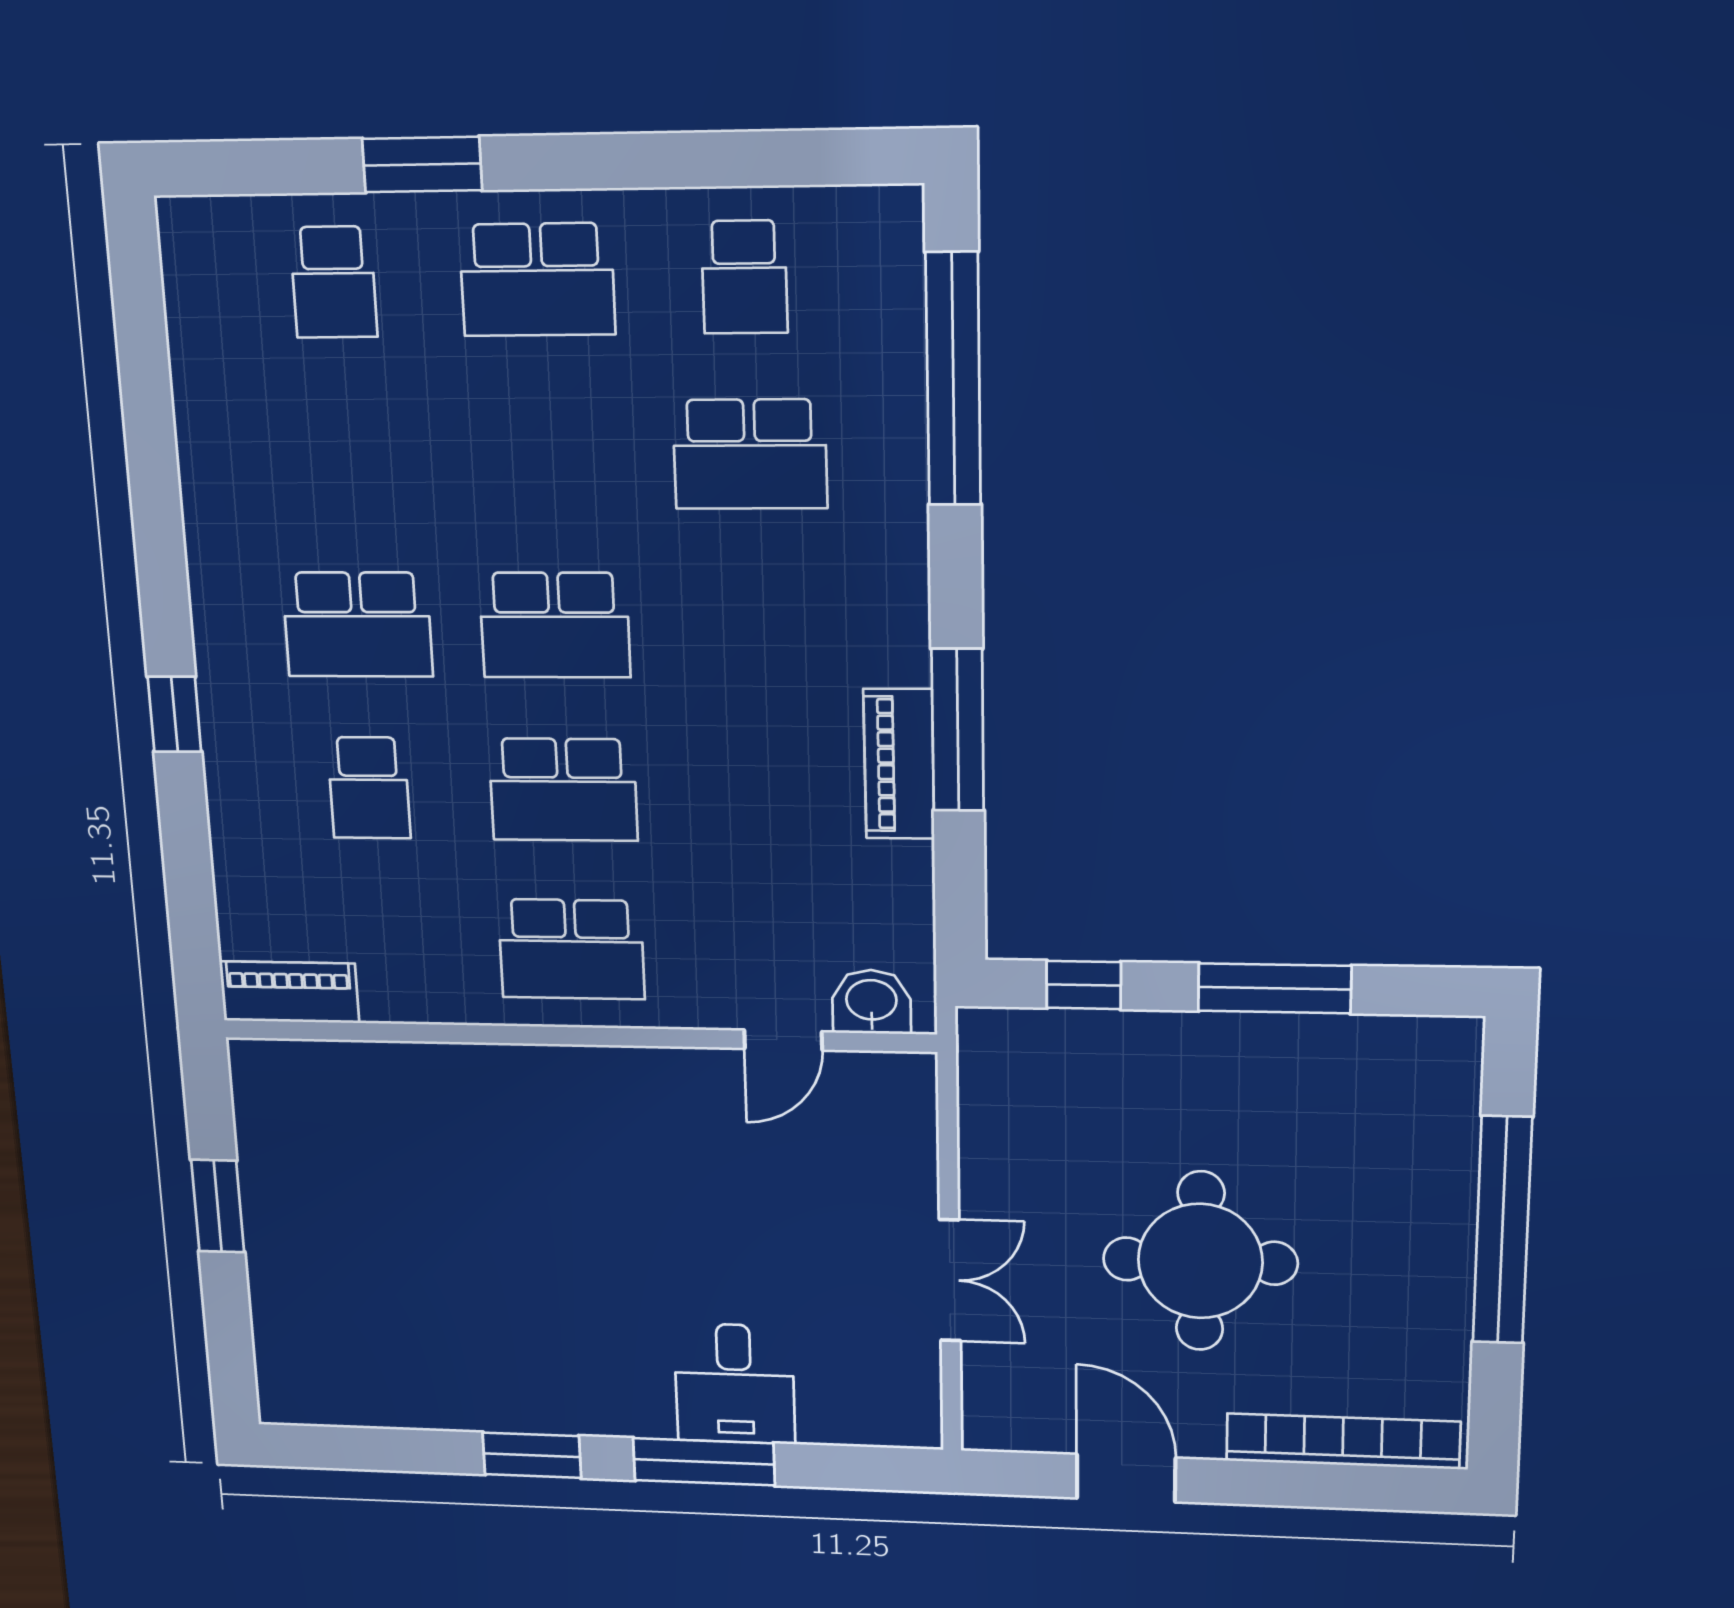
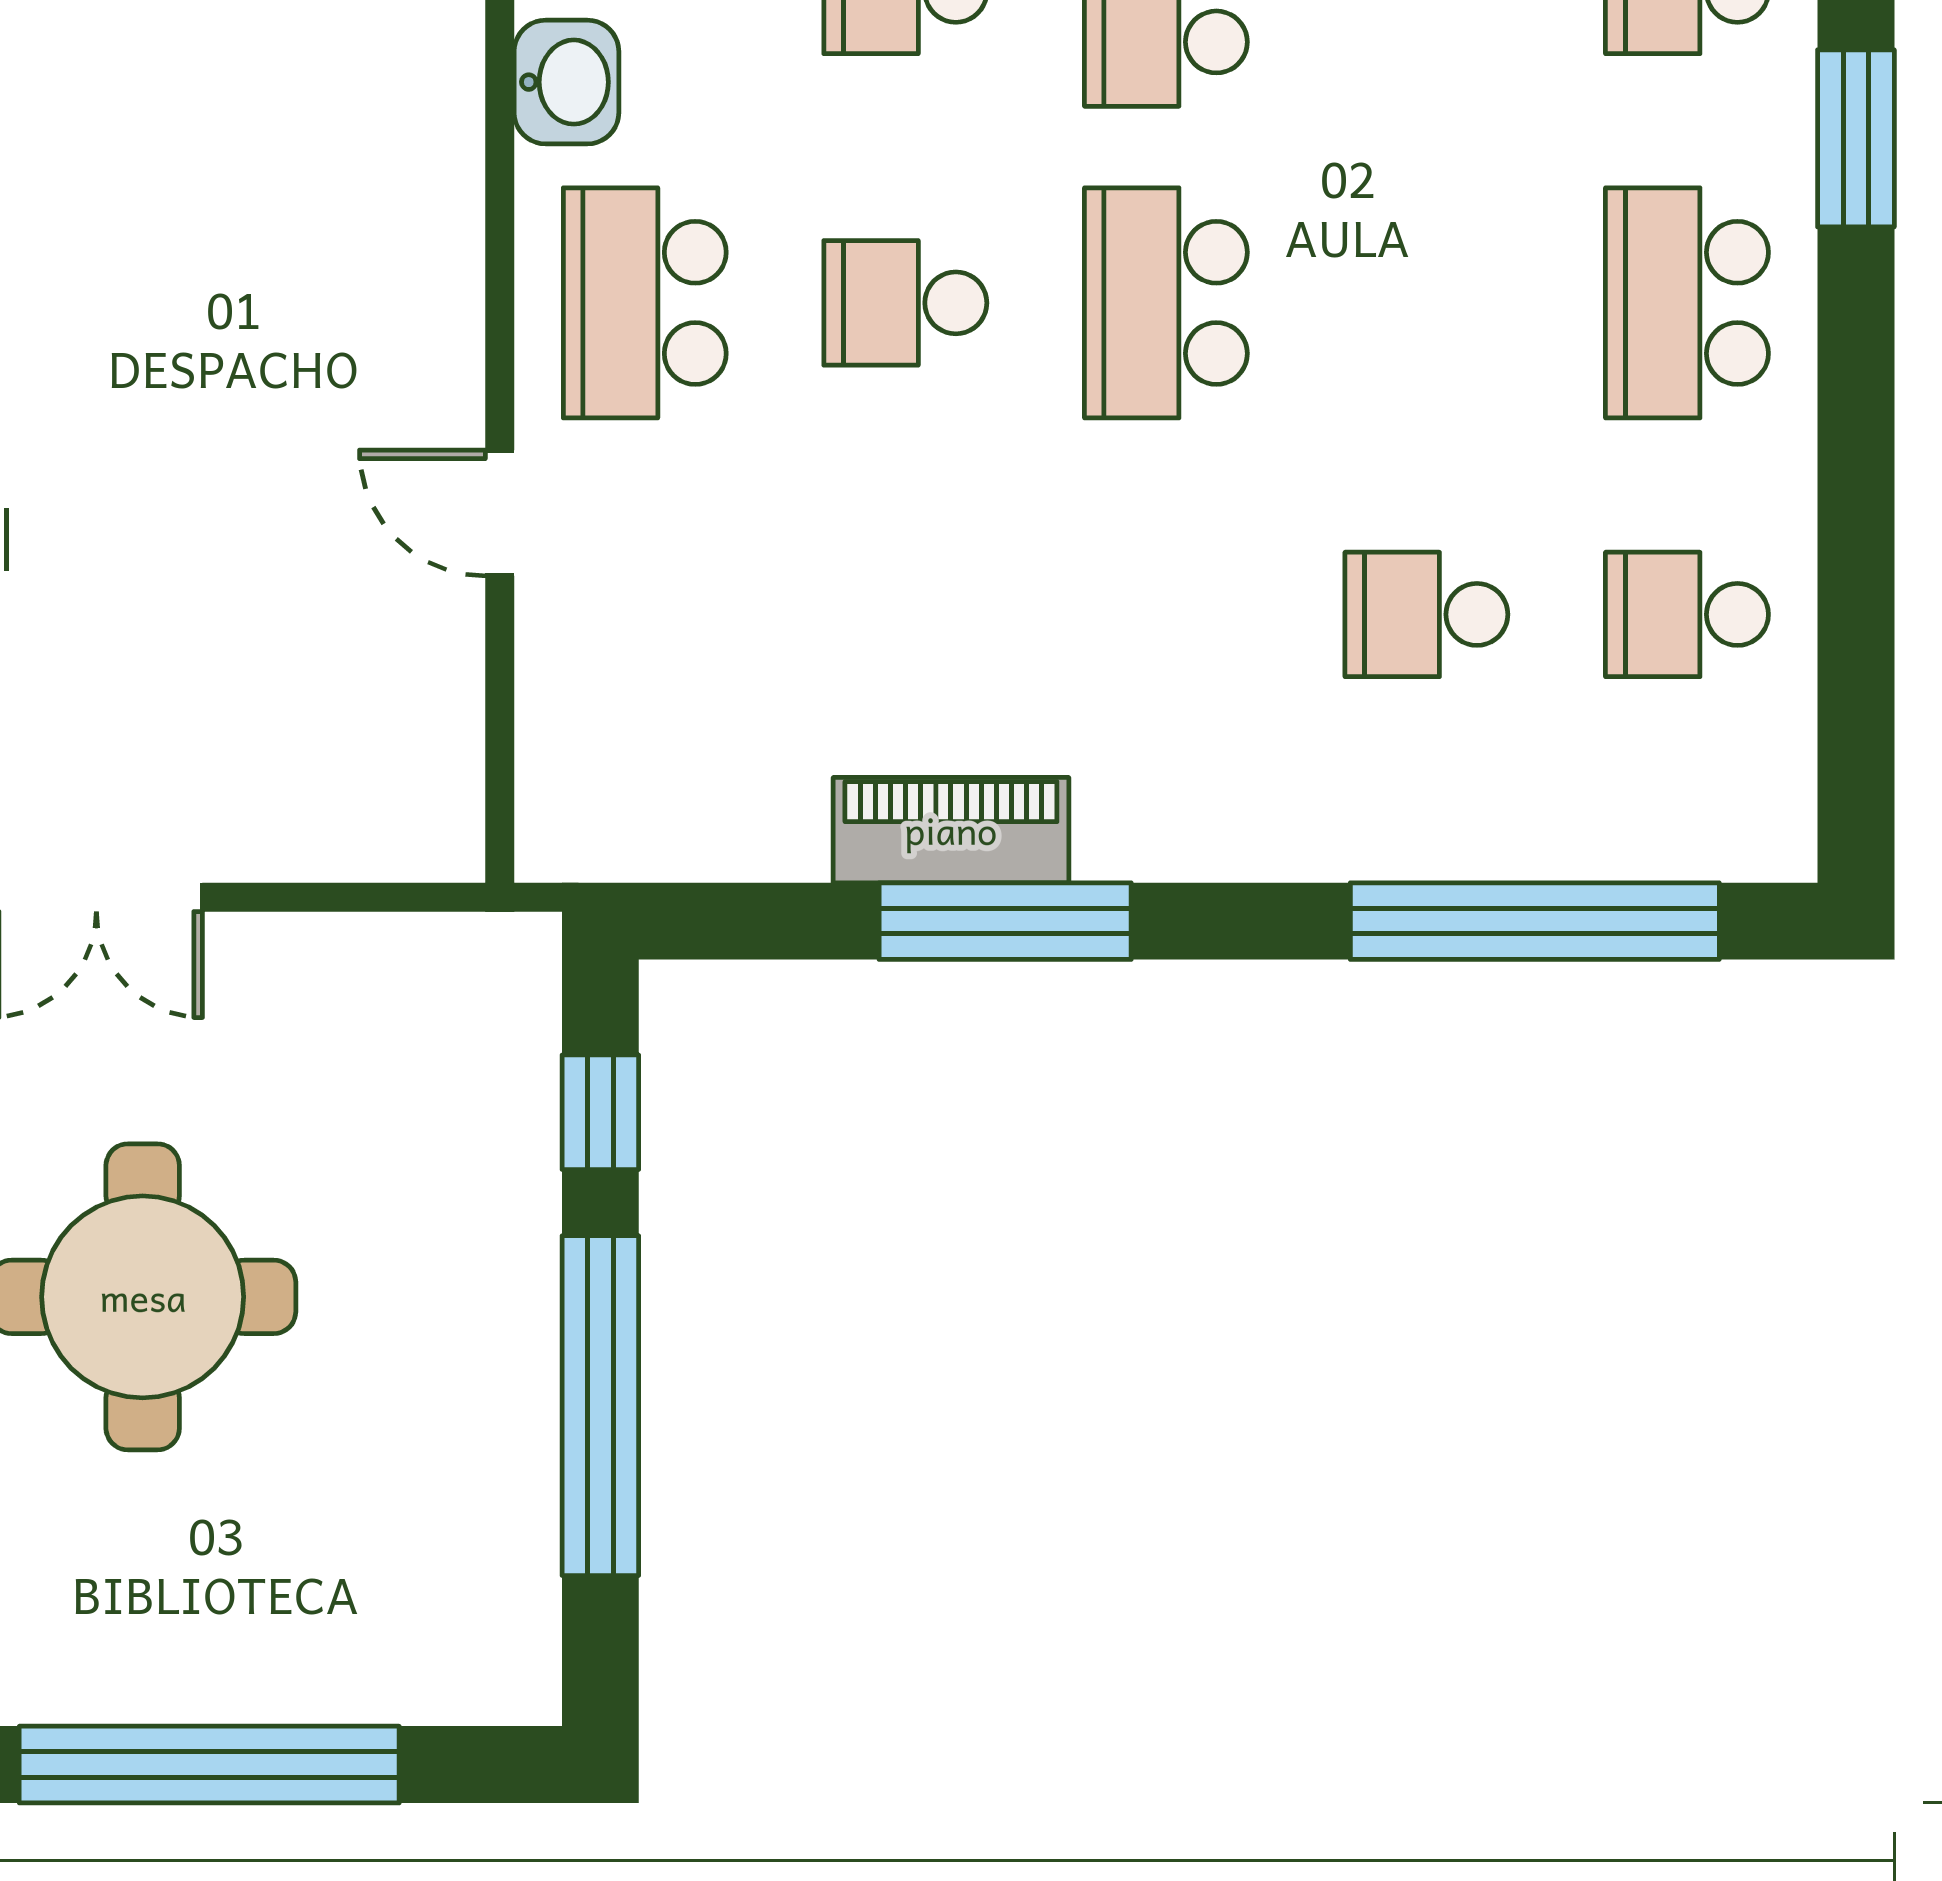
school desk: (750, 454) -> (1426, 614), width x0.54
school desk: (563, 790) -> (905, 303), width x0.54
window: (1275, 988) -> (600, 1406), width x1.46
washbasin: (871, 1002) -> (566, 82), moved
door: (783, 1040) -> (500, 513), moved

